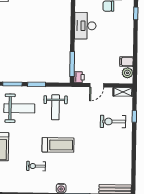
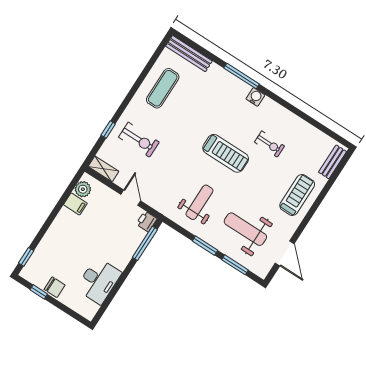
door: (97, 85) -> (131, 198), hinge flipped
treadmill: (58, 145) -> (226, 153), turned 180
exercise mat: (118, 160) -> (163, 88), added

